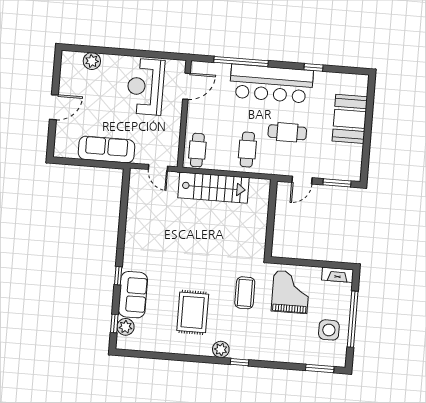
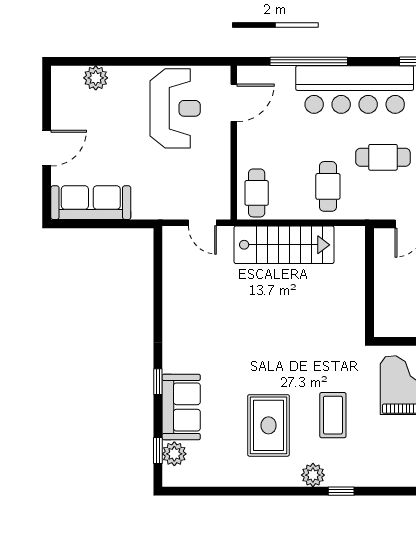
reception desk: (145, 87) -> (175, 108), turned 180
sofa: (106, 149) -> (91, 203), moved
coffee table: (245, 293) -> (333, 415), moved

